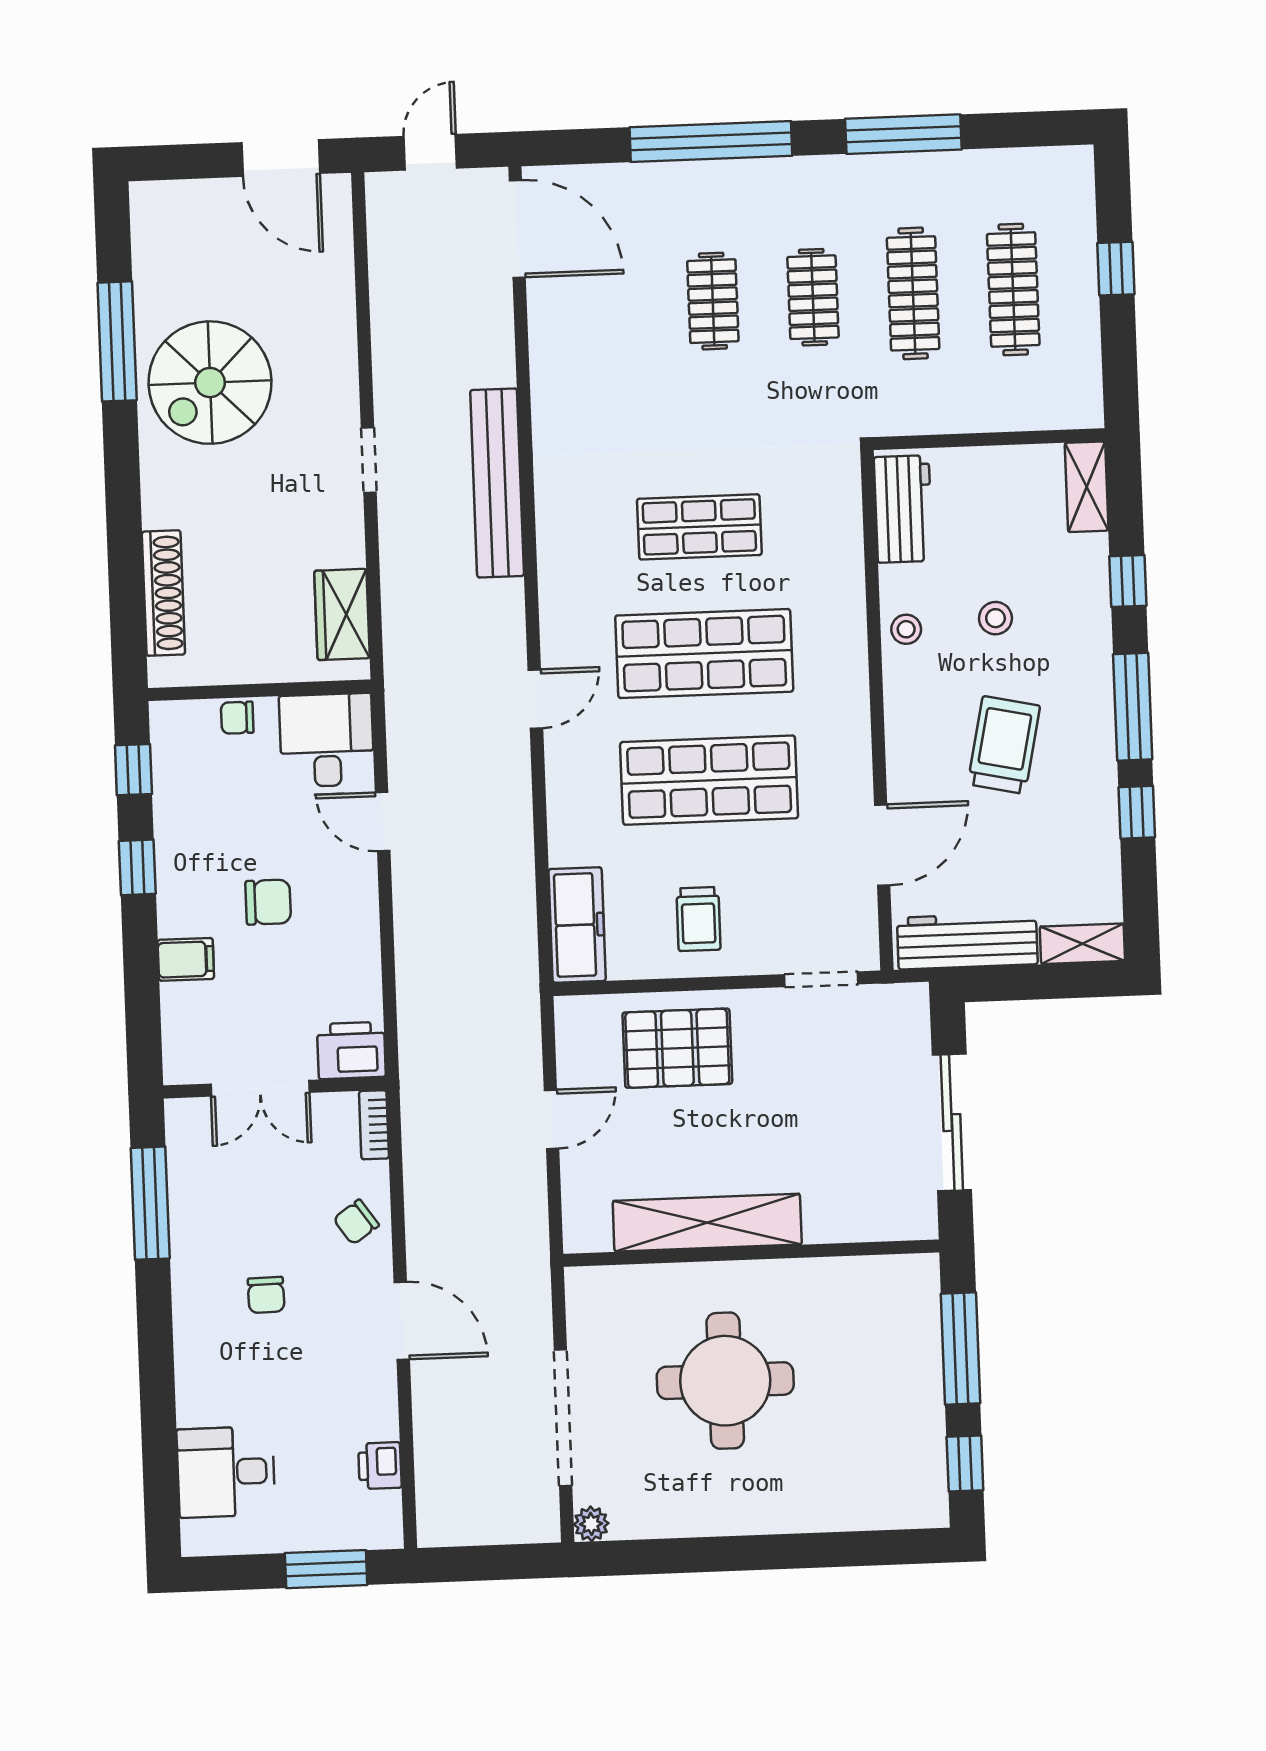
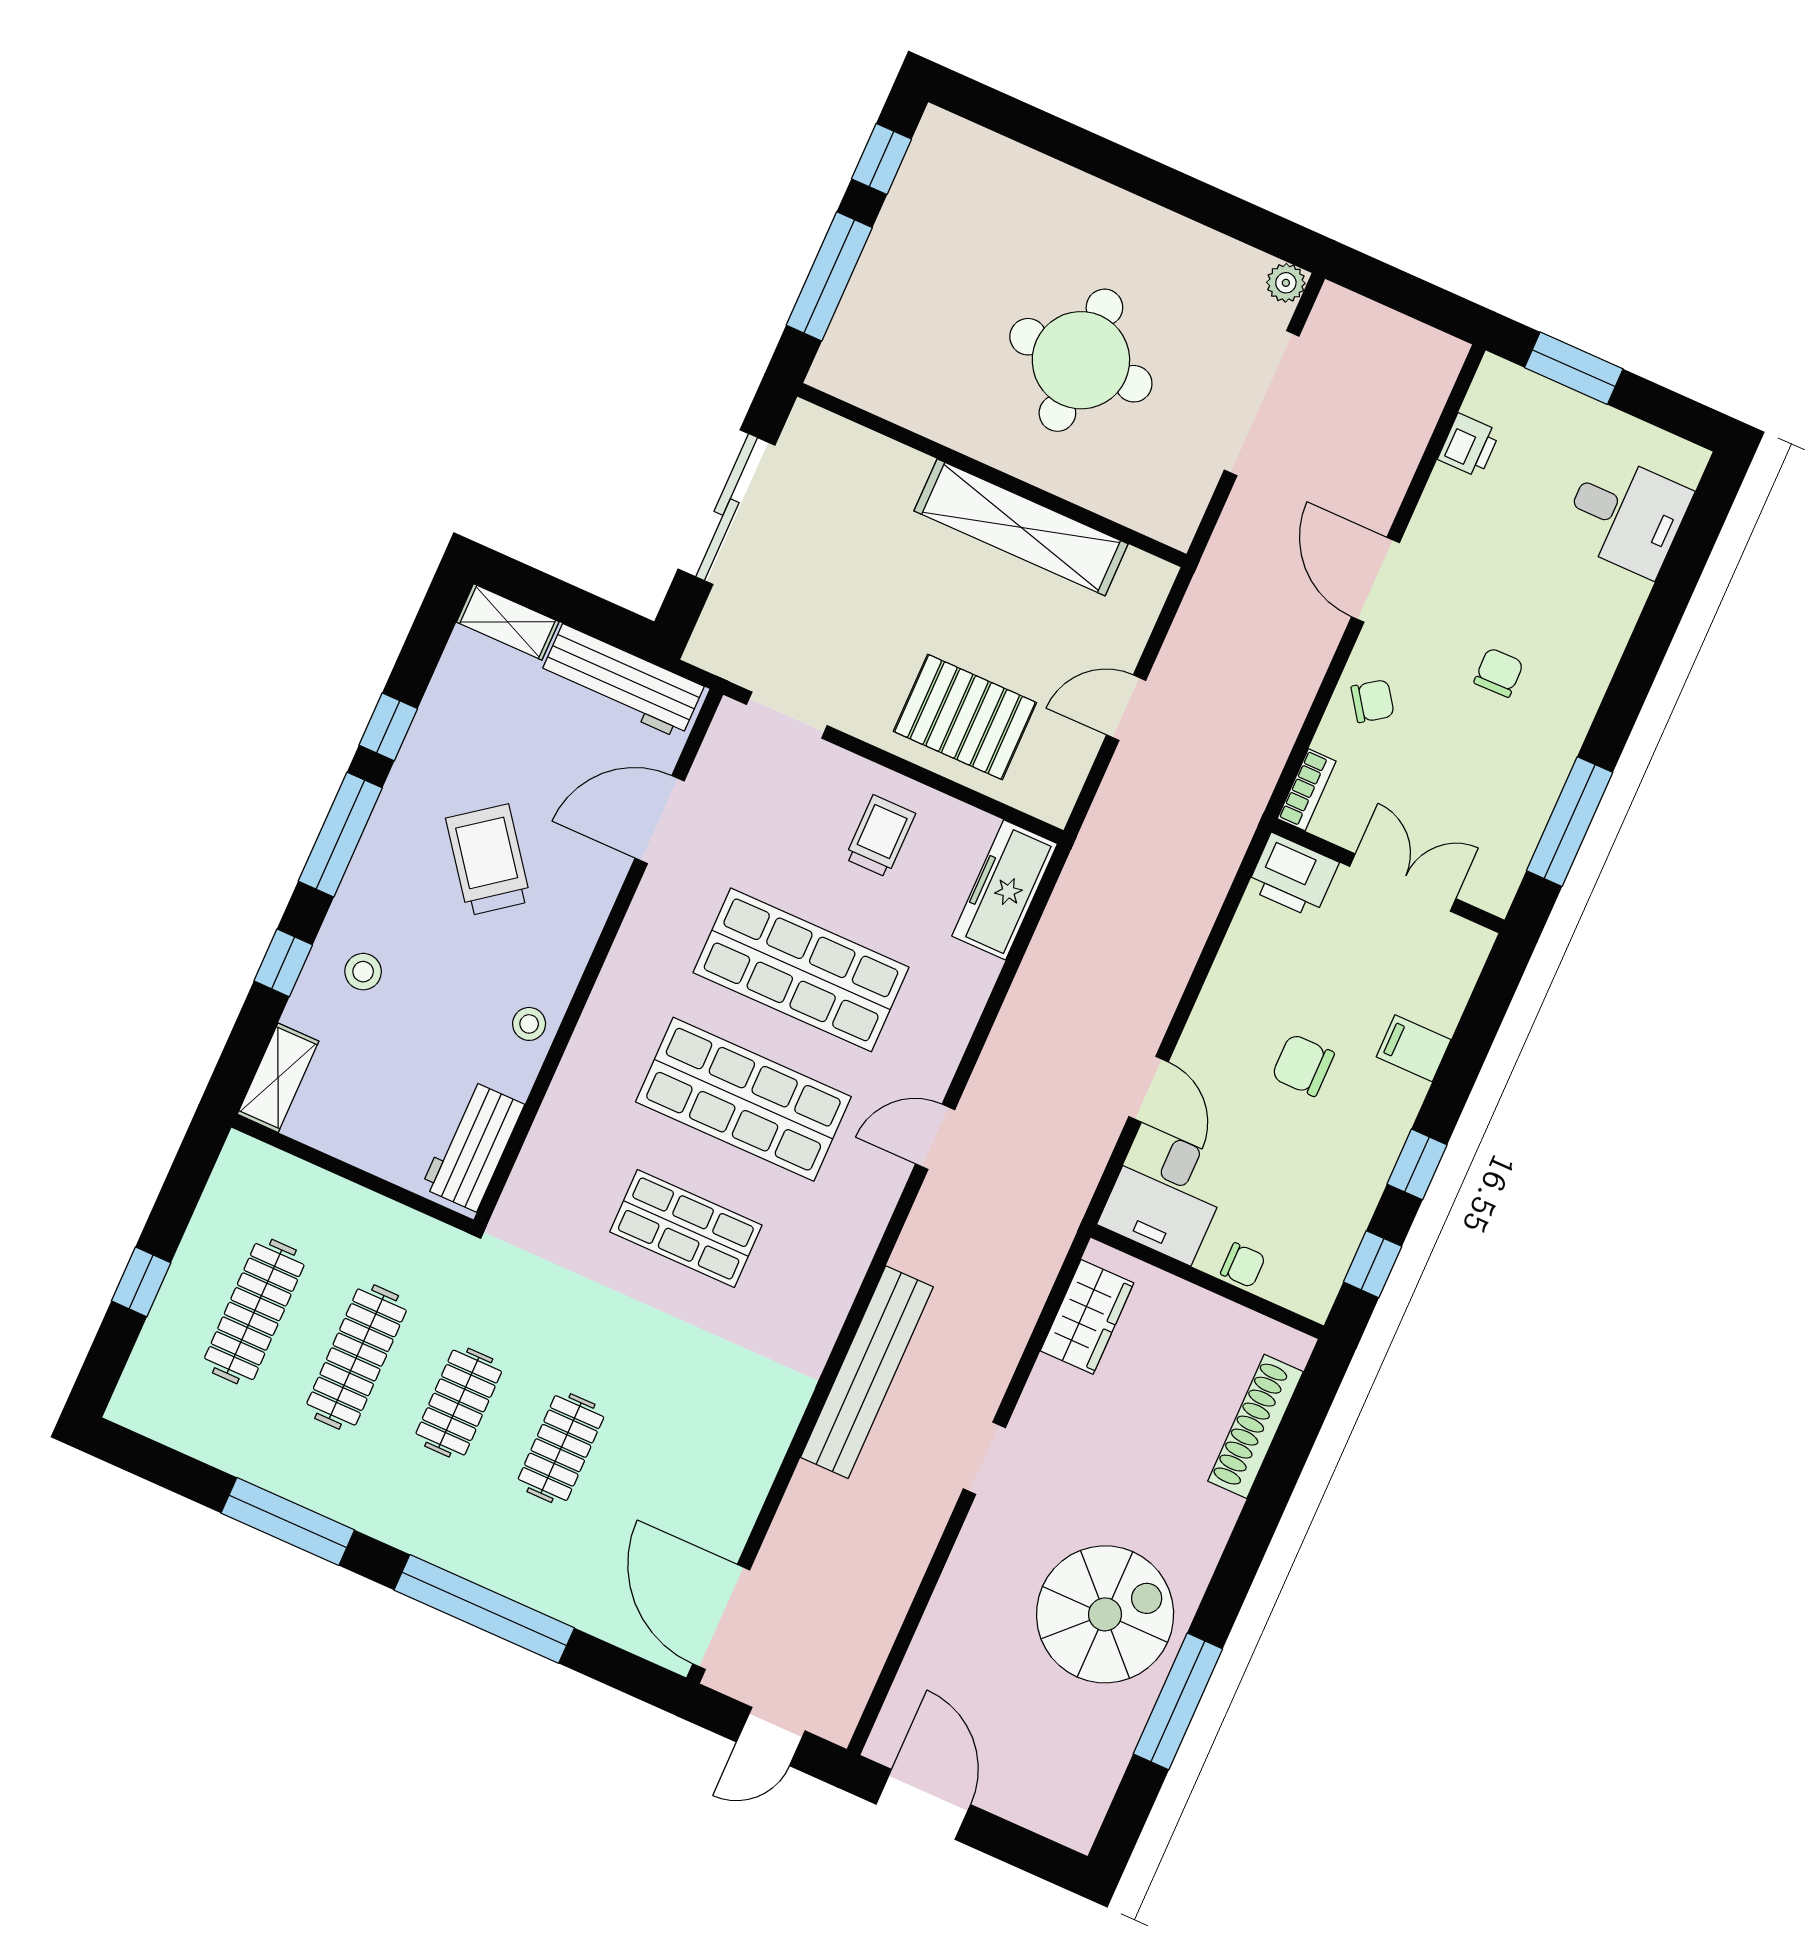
stool: (995, 618) -> (363, 972), moved
trolley: (1004, 745) -> (488, 860), turned 131

